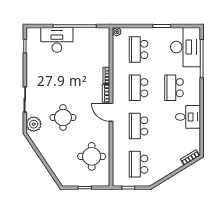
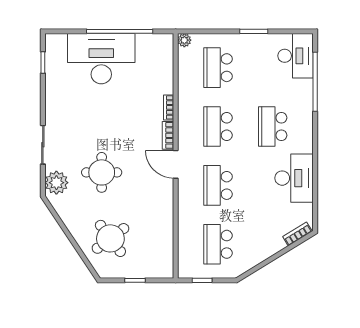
desk: (57, 40) -> (101, 59), width x1.36, depth x1.30
desk: (185, 47) -> (295, 56), width x0.73, depth x0.77
desk: (188, 117) -> (294, 178), width x1.37
round table: (92, 156) -> (110, 238), moved, turned -37

